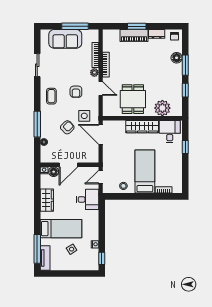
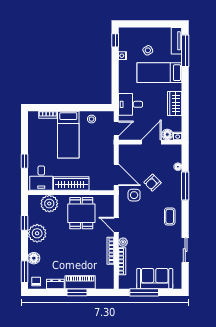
window: (185, 65) -> (25, 272), moved
plant: (174, 81) -> (37, 233), added
armchair: (76, 92) -> (143, 221), removed

